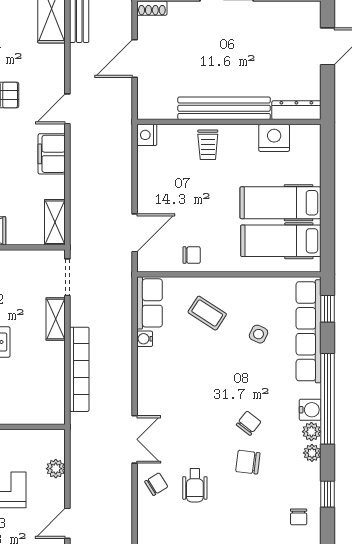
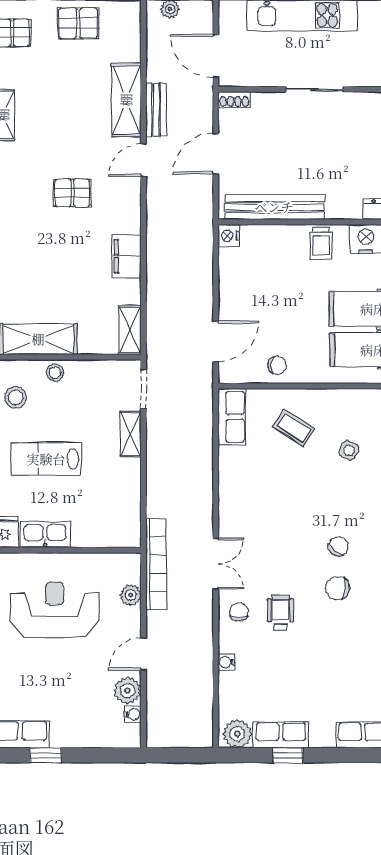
bench: (224, 108) -> (274, 207), moved
door: (67, 109) -> (143, 160), moved
trolley: (208, 145) -> (321, 244), moved
water cooler: (145, 339) -> (227, 662), moved
bookcase: (79, 369) -> (156, 564), moved
chair: (156, 484) -> (239, 612), turned -58
wheelchair: (195, 485) -> (281, 613), turned 180

